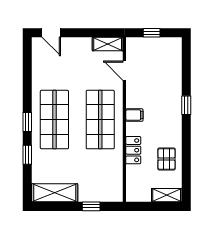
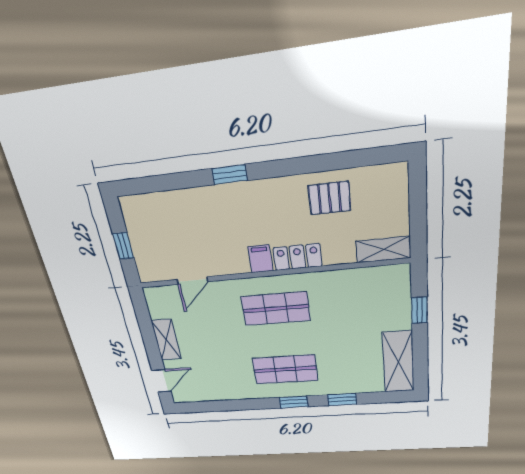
shelving: (108, 44) -> (166, 340), moved
shop shelf: (54, 120) -> (285, 369), width x0.70, depth x0.74
shop shelf: (100, 120) -> (276, 309), width x0.70, depth x0.74
locker: (133, 150) -> (298, 257), moved
shelving: (167, 195) -> (383, 250), moved, turned 90

